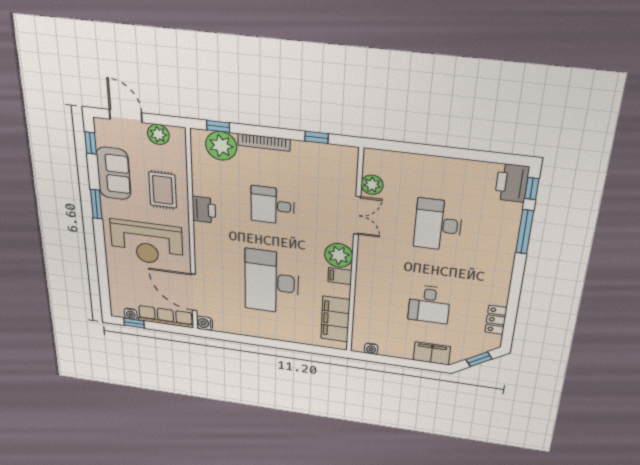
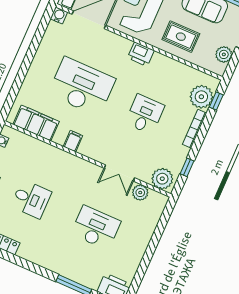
printer: (204, 210) -> (141, 54), moved
plant: (339, 255) -> (162, 179), moved
desk: (429, 304) -> (31, 199), turned 180

